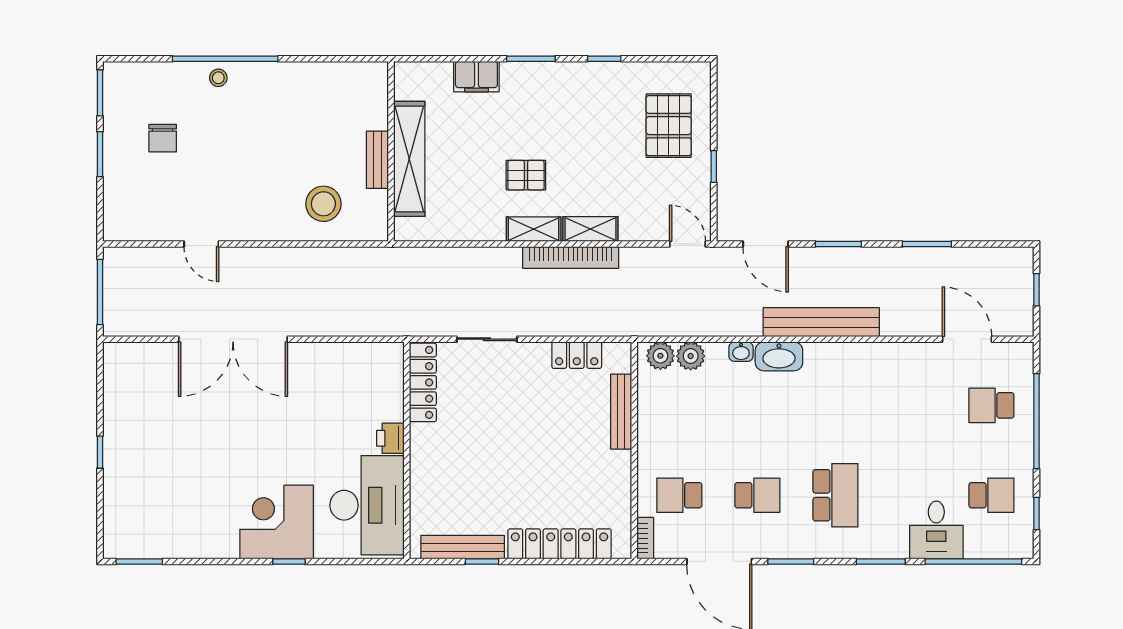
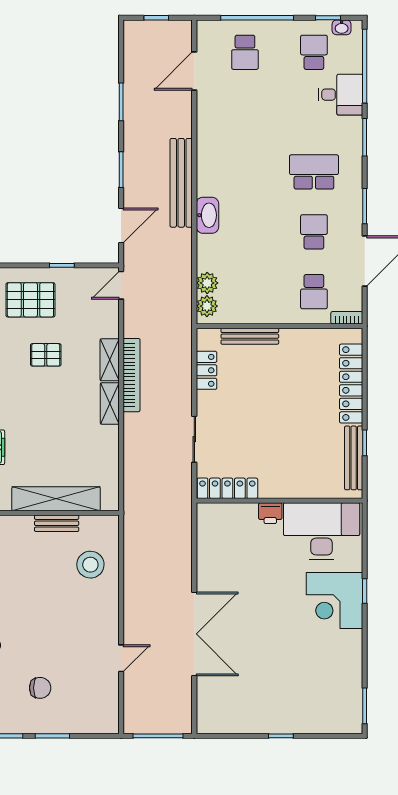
pallet: (526, 175) -> (46, 355), moved, turned 90
washbasin: (741, 352) -> (342, 27), moved, turned 90

